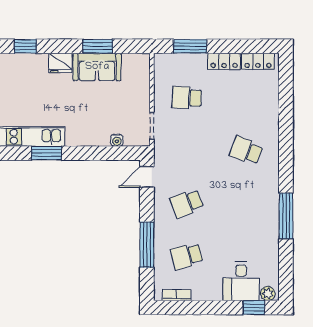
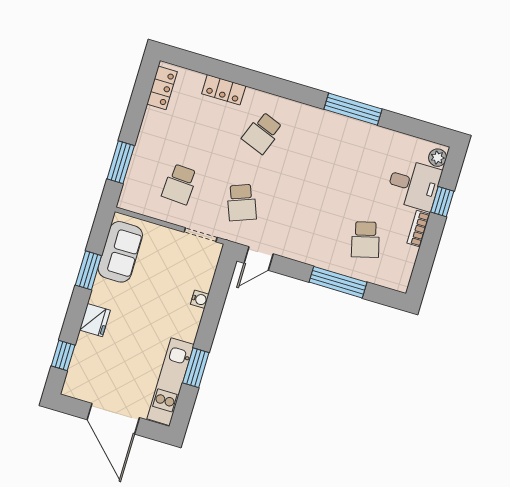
locker: (224, 61) -> (224, 90), moved, turned 90
sofa: (97, 67) -> (120, 252), moved
water cooler: (117, 140) -> (200, 299), moved
door: (147, 177) -> (259, 258), hinge flipped
school desk: (187, 203) -> (242, 203), moved
bookcase: (177, 295) -> (418, 229), moved
window: (254, 308) -> (442, 202), moved

